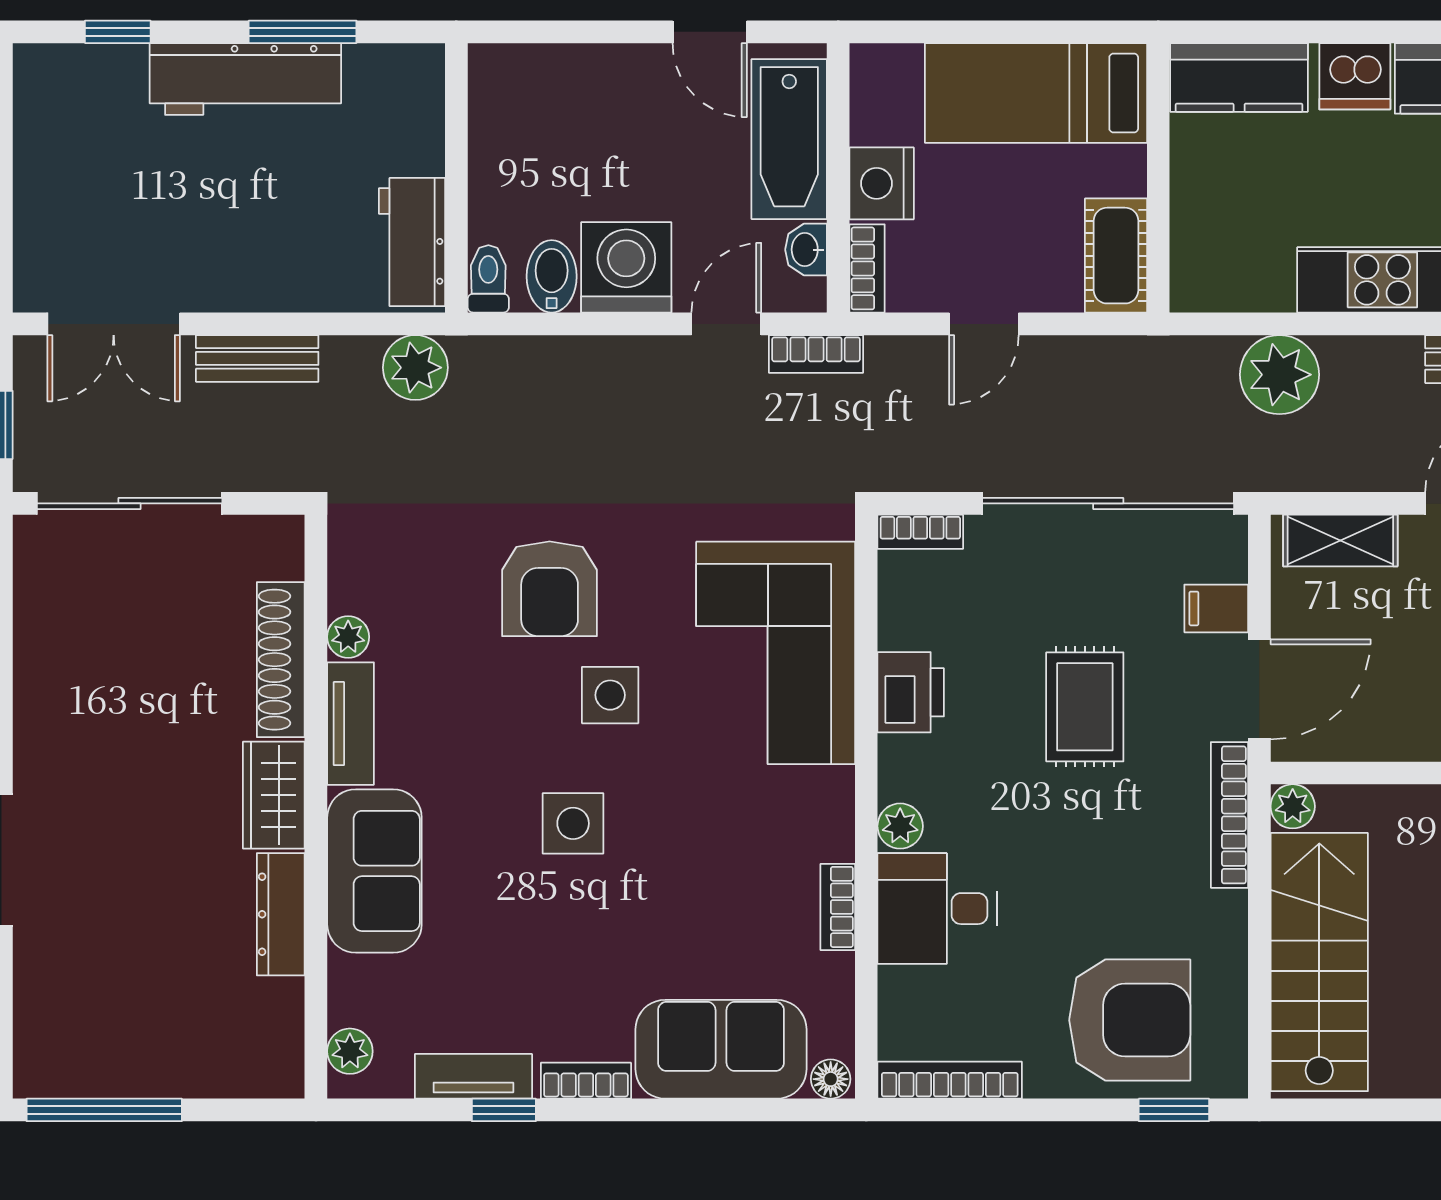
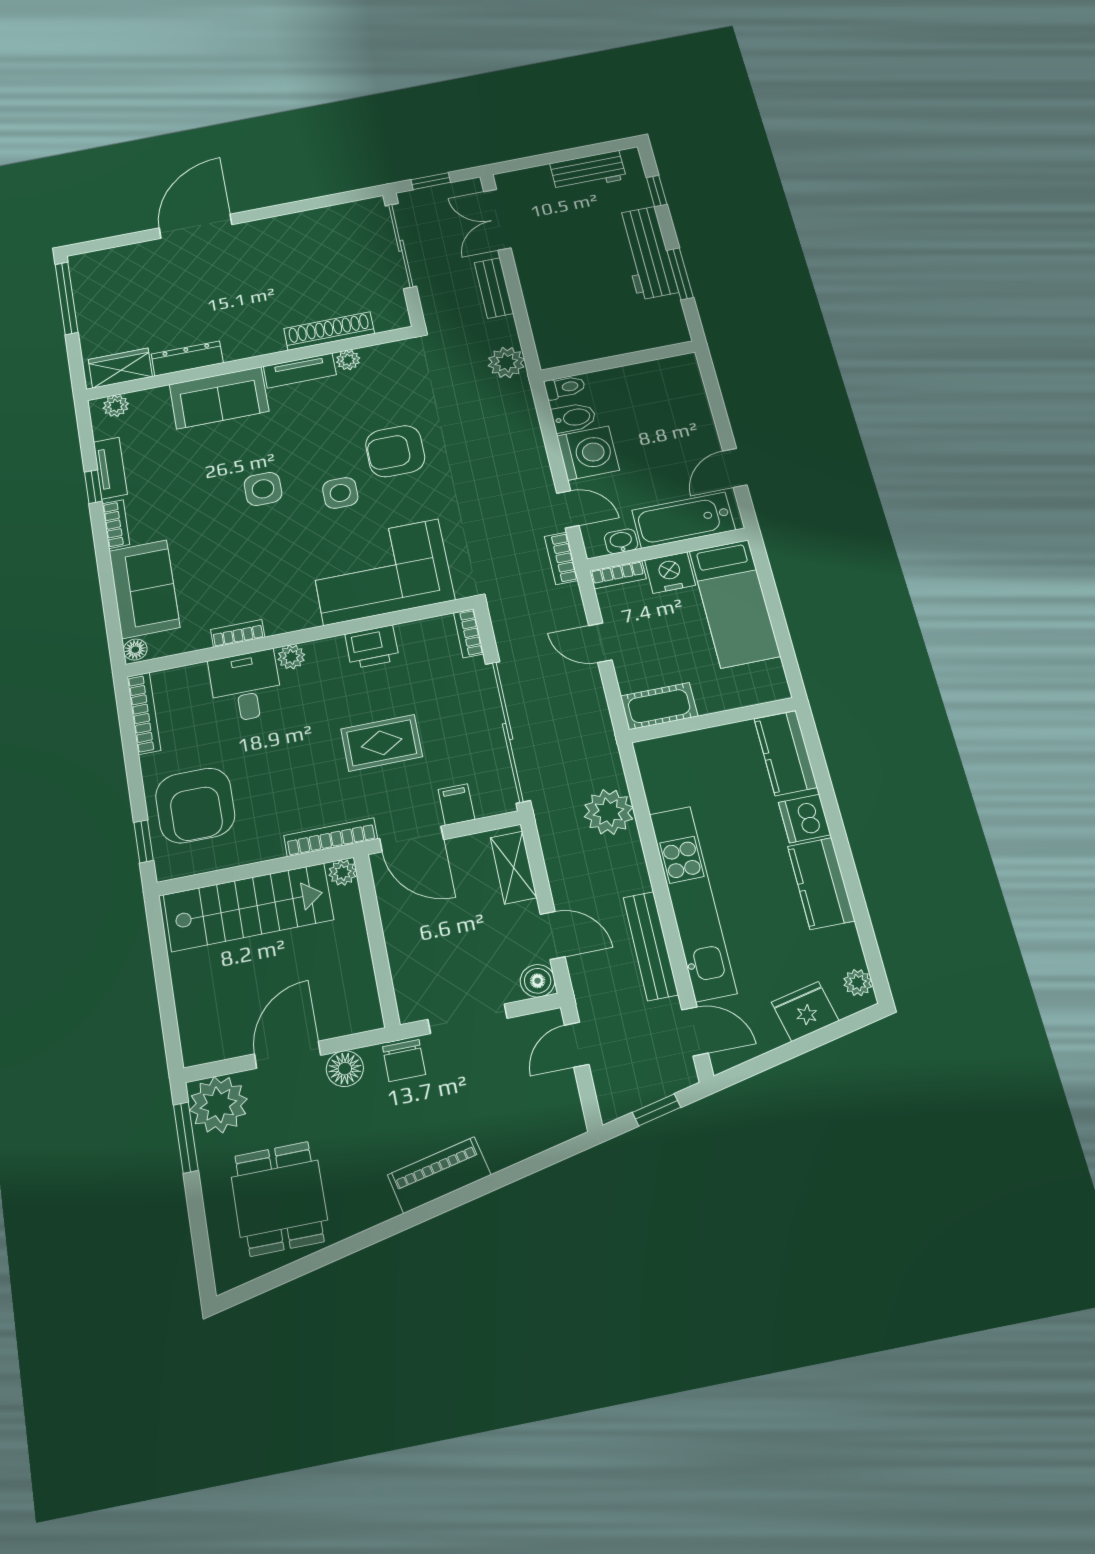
bed: (1036, 93) -> (735, 603), moved, turned 180
workbench: (412, 242) -> (588, 171), moved, turned 180
wardrobe: (274, 795) -> (120, 368), moved

